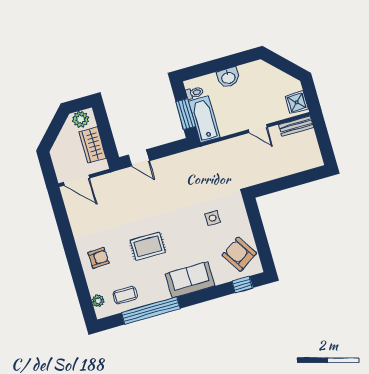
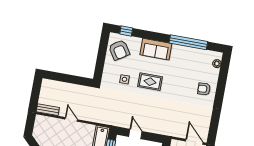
shower: (297, 102) -> (40, 124), removed
door: (139, 158) -> (135, 134), moved
rug: (148, 246) -> (150, 82), moved
coffee table: (125, 295) -> (199, 59), removed

